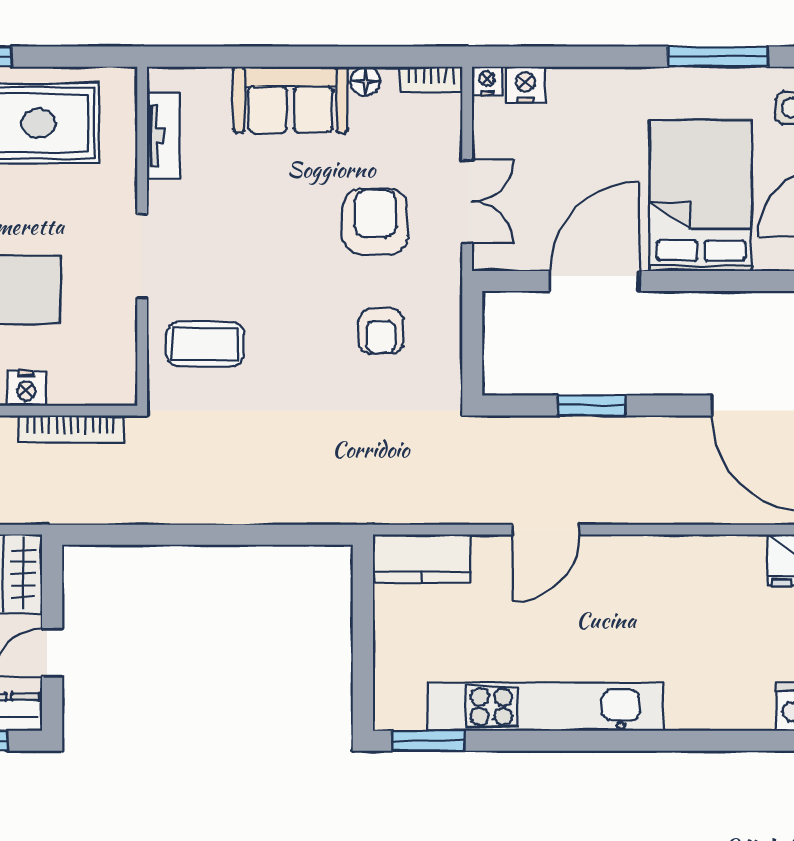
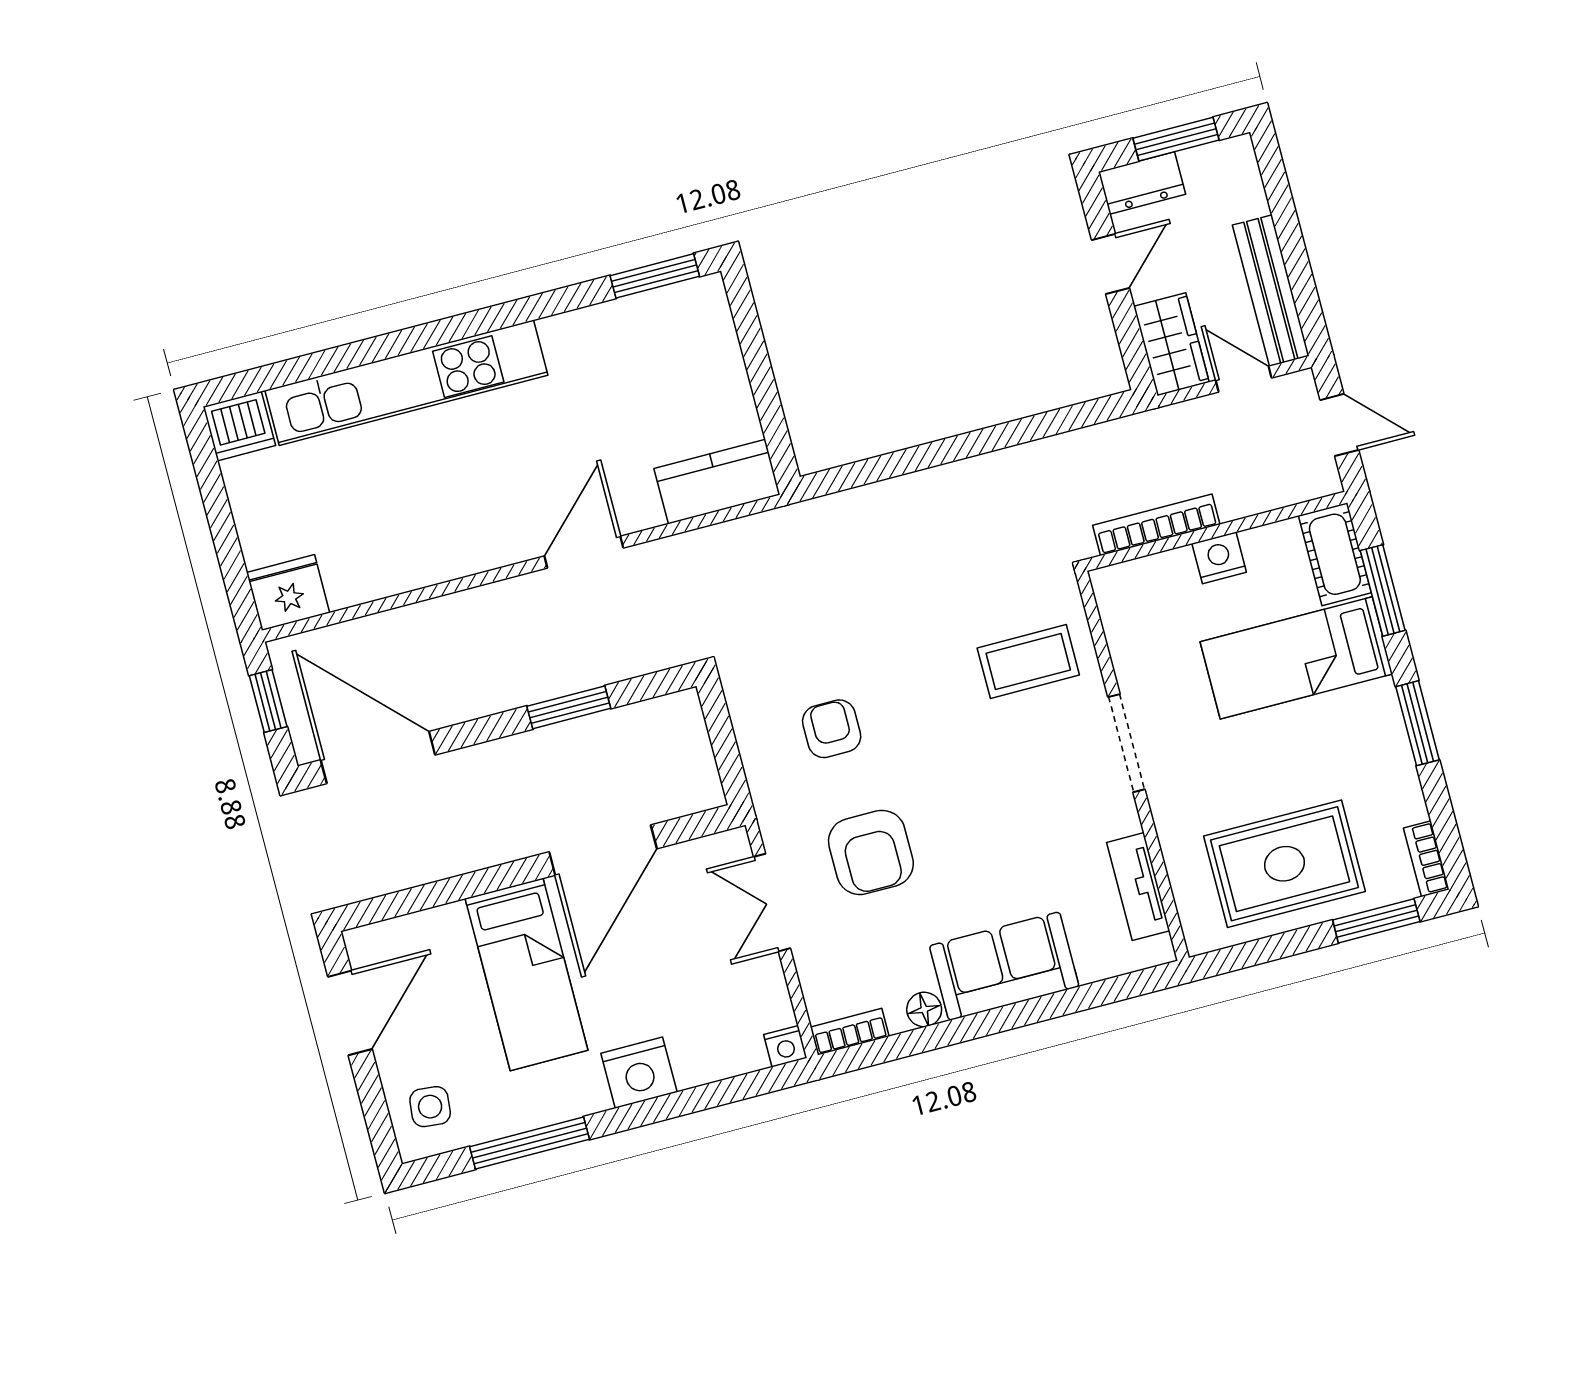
nightstand: (525, 85) -> (639, 1073), moved, width x1.36, depth x1.33
bed: (701, 196) -> (527, 974), width x0.67
kitchen unit: (545, 707) -> (406, 383), moved

